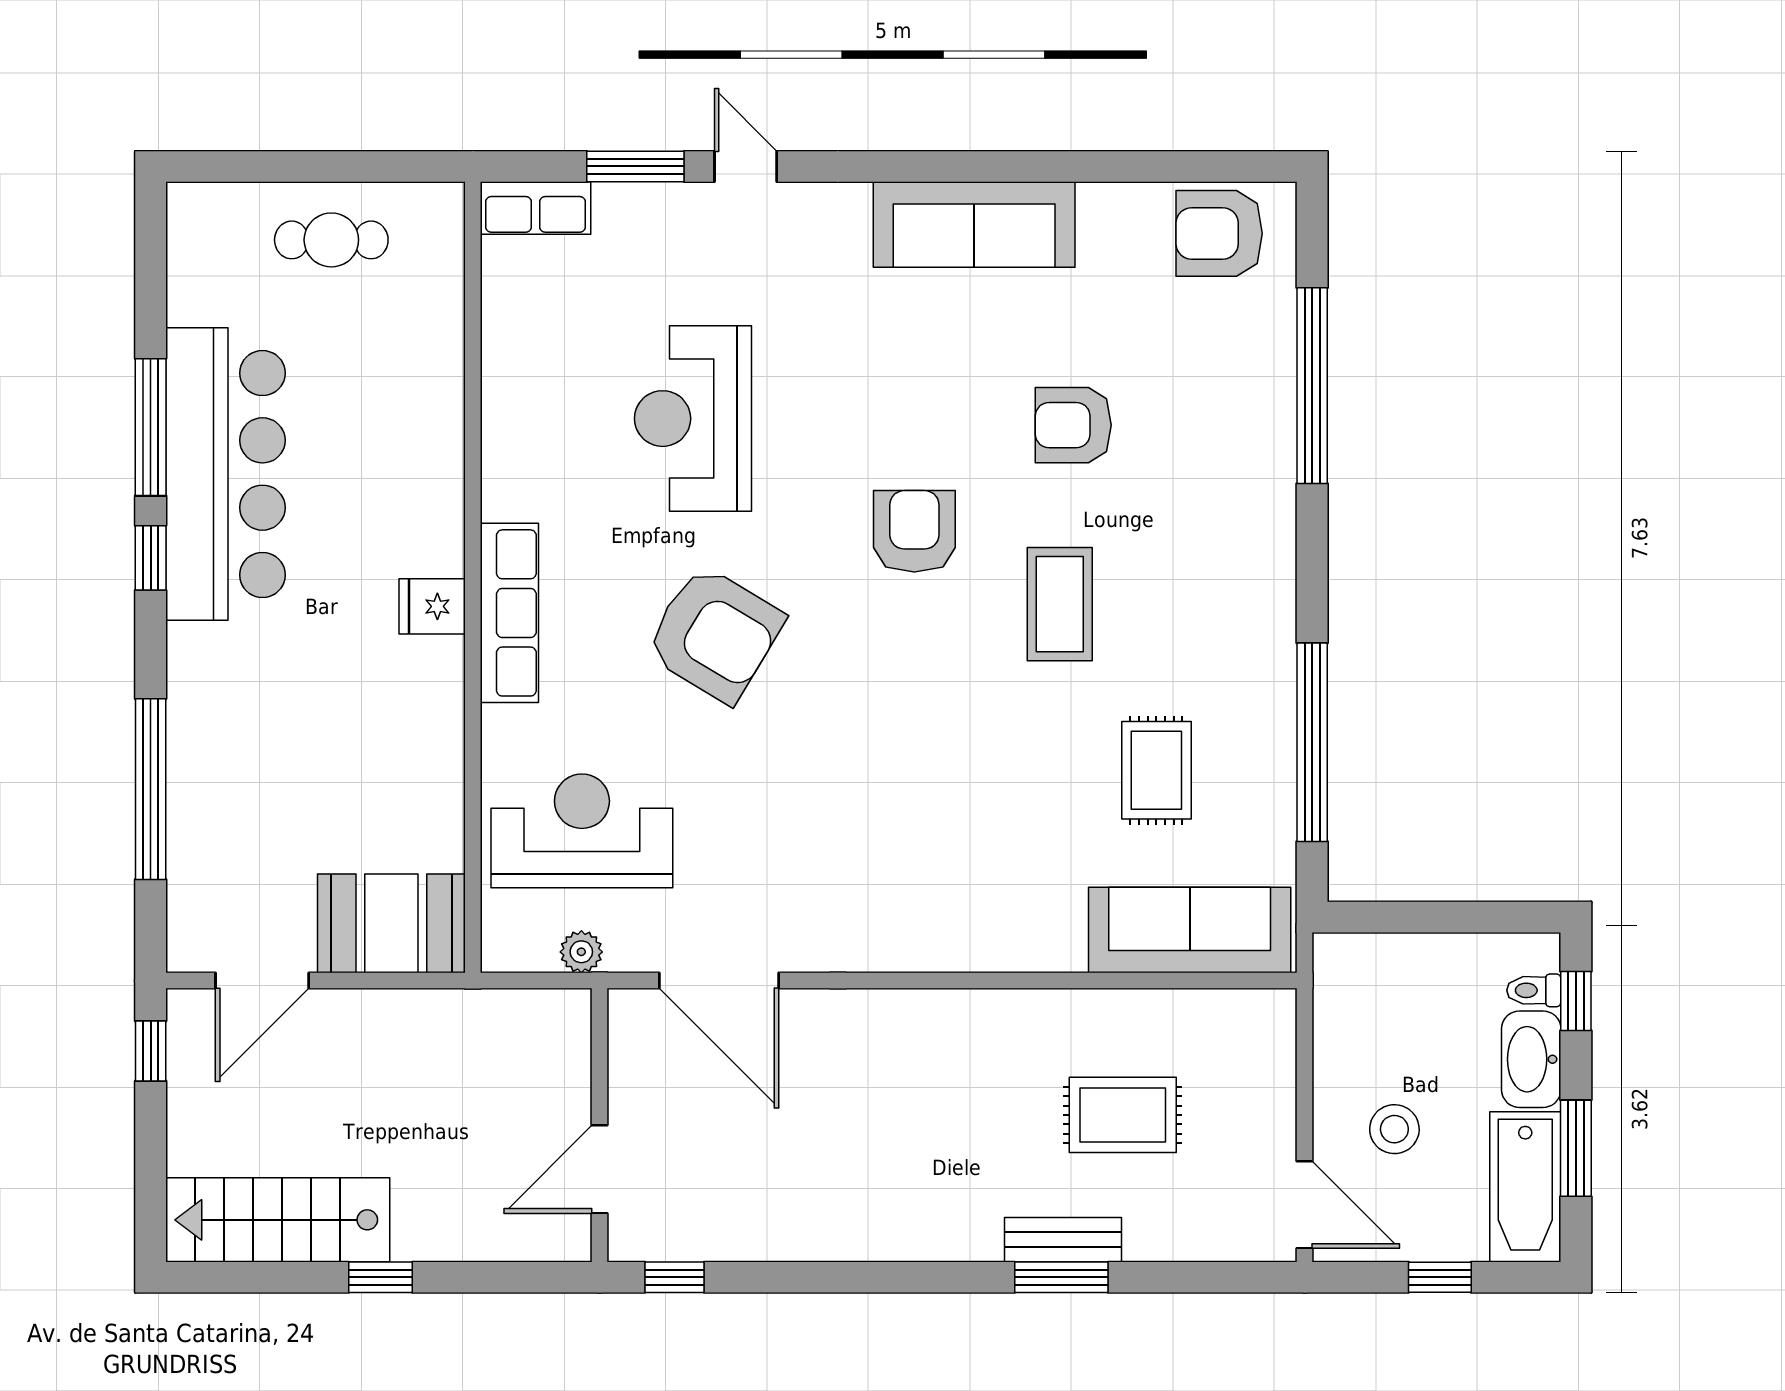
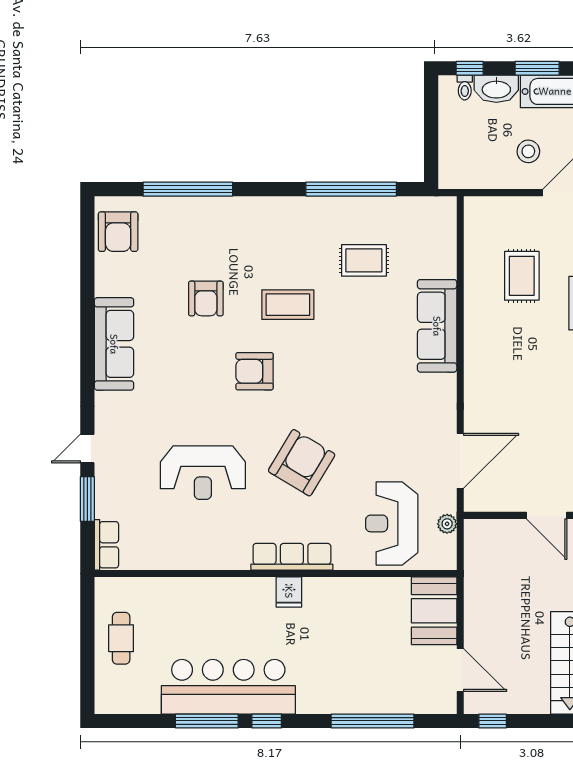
sofa: (1190, 930) -> (437, 326), moved

